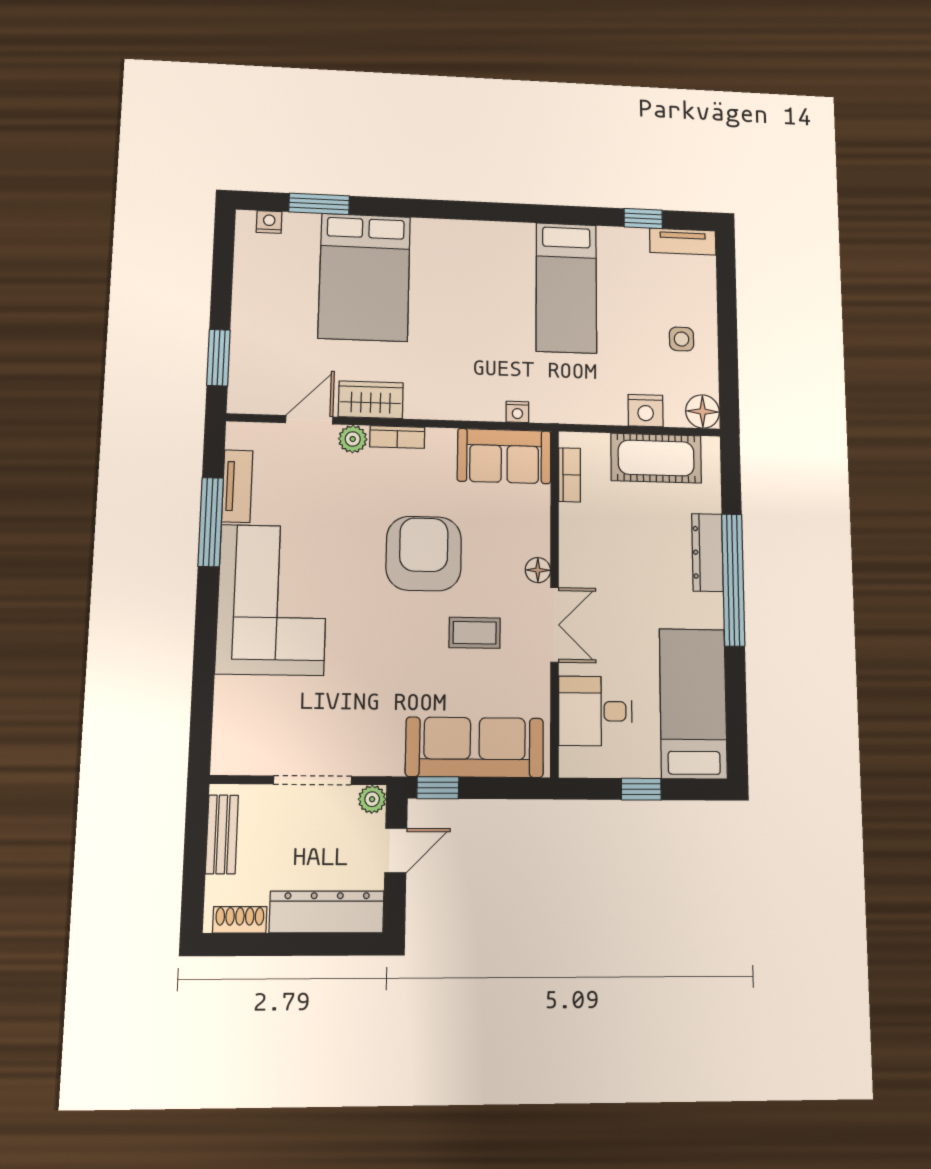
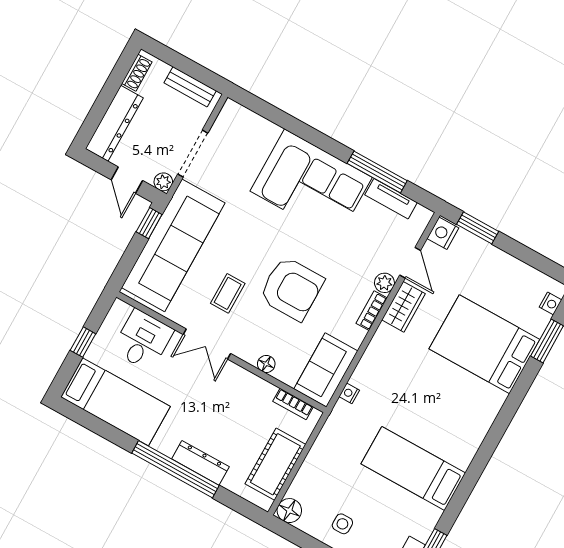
nightstand: (646, 411) -> (443, 233), moved
floor lamp: (538, 570) -> (266, 364), moved
sofa: (475, 747) -> (173, 245), width x1.36, depth x1.27

